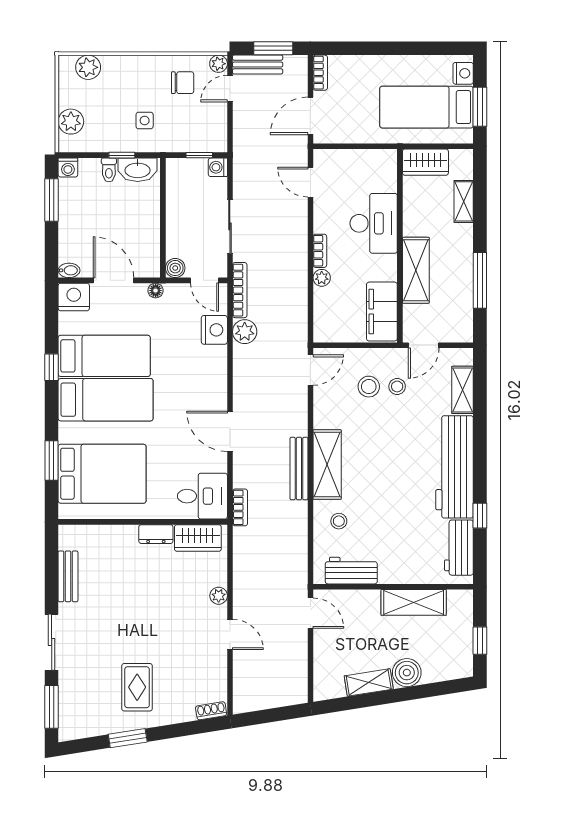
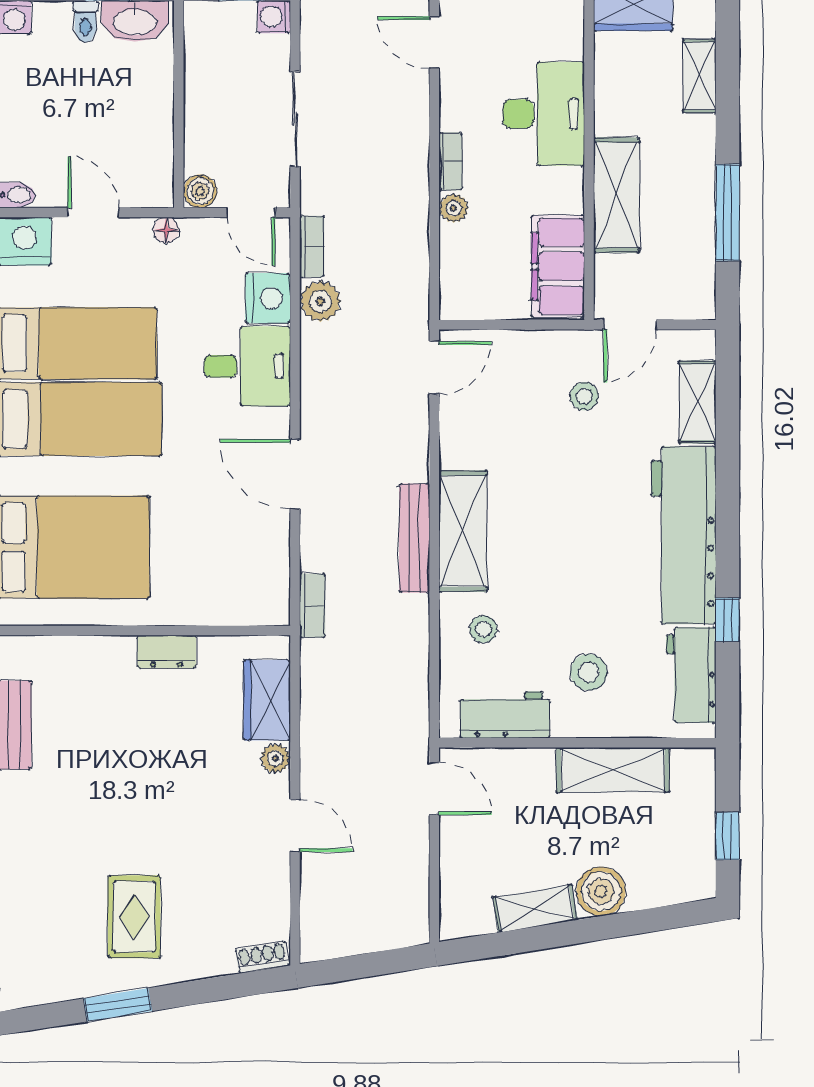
door: (113, 280) -> (93, 213), width x0.73
bookcase: (240, 290) -> (312, 247), width x0.64
stool: (369, 387) -> (589, 672), moved
desk: (202, 496) -> (247, 366), moved
wardrobe: (198, 538) -> (267, 700), moved, turned 90

